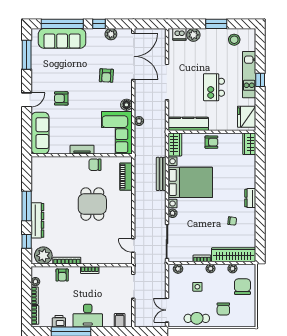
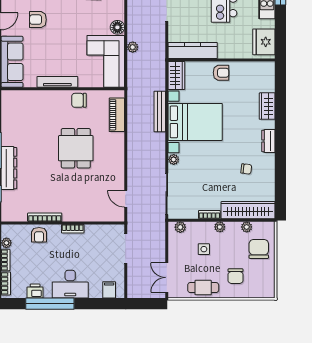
wardrobe: (249, 144) -> (267, 106), moved
tv unit: (82, 150) -> (57, 82), width x1.41
plant: (43, 256) -> (16, 211), removed

